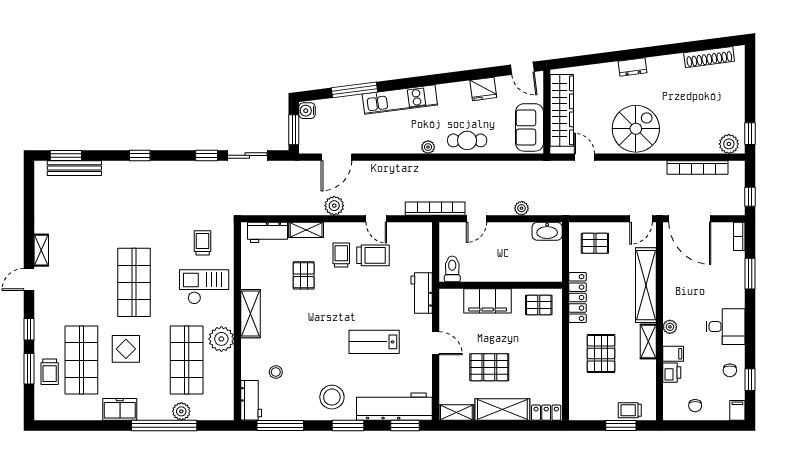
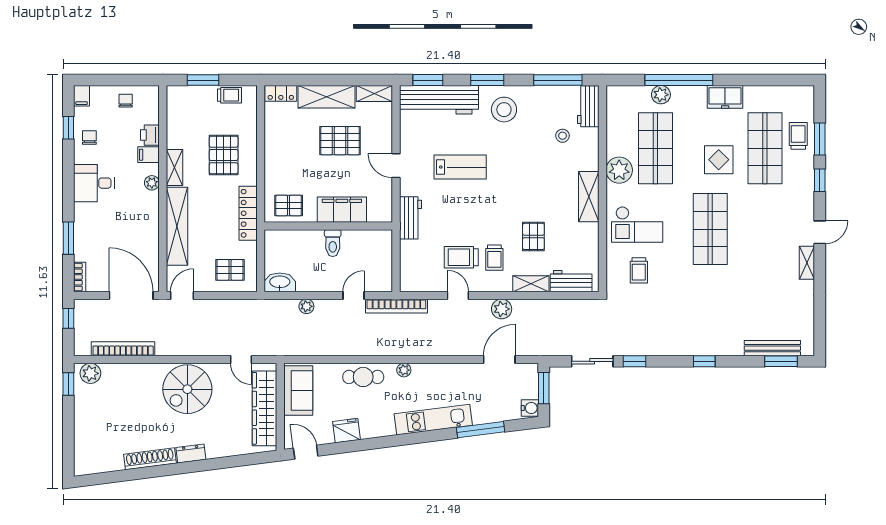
shoe rack: (709, 57) -> (150, 459), moved
toilet: (452, 269) -> (333, 243), moved
trolley: (630, 410) -> (229, 95), moved

